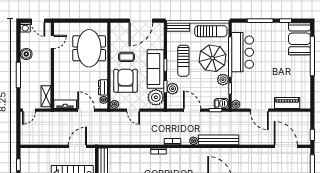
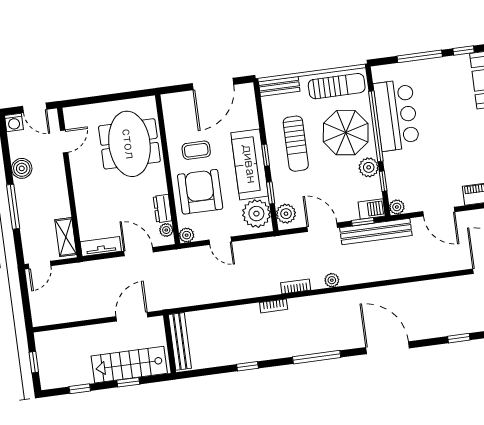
plant: (173, 89) -> (286, 214), moved
bench: (219, 140) -> (376, 232), moved

